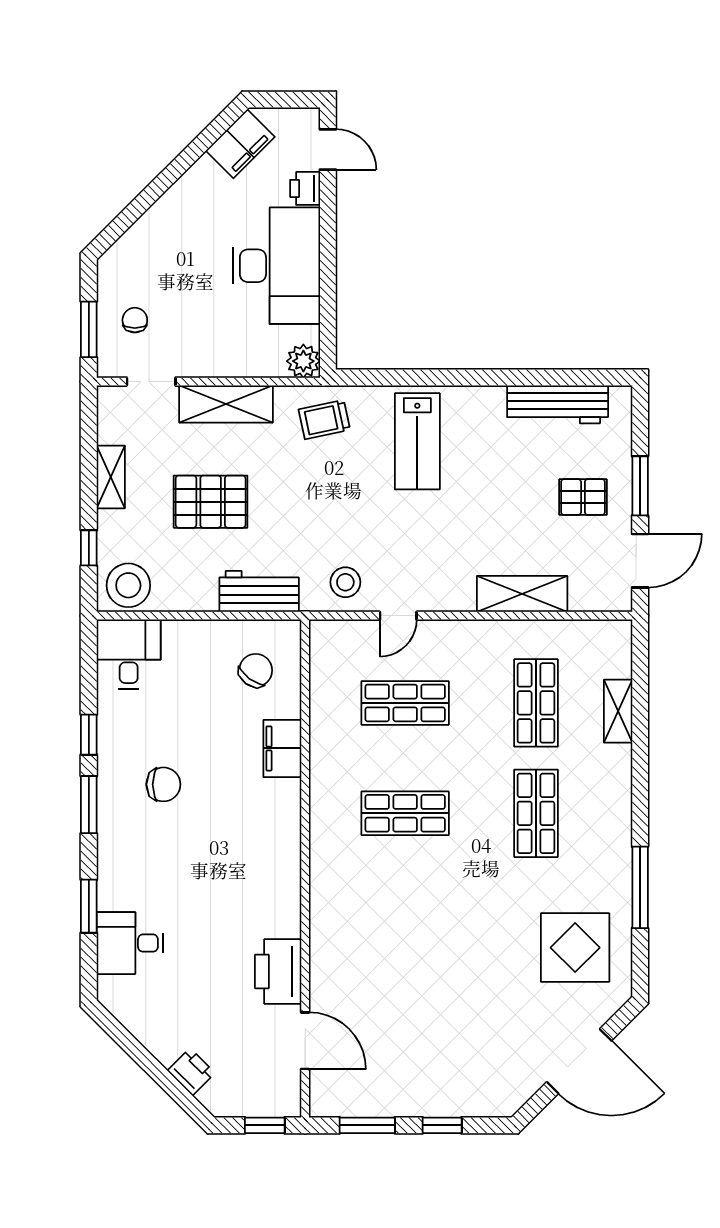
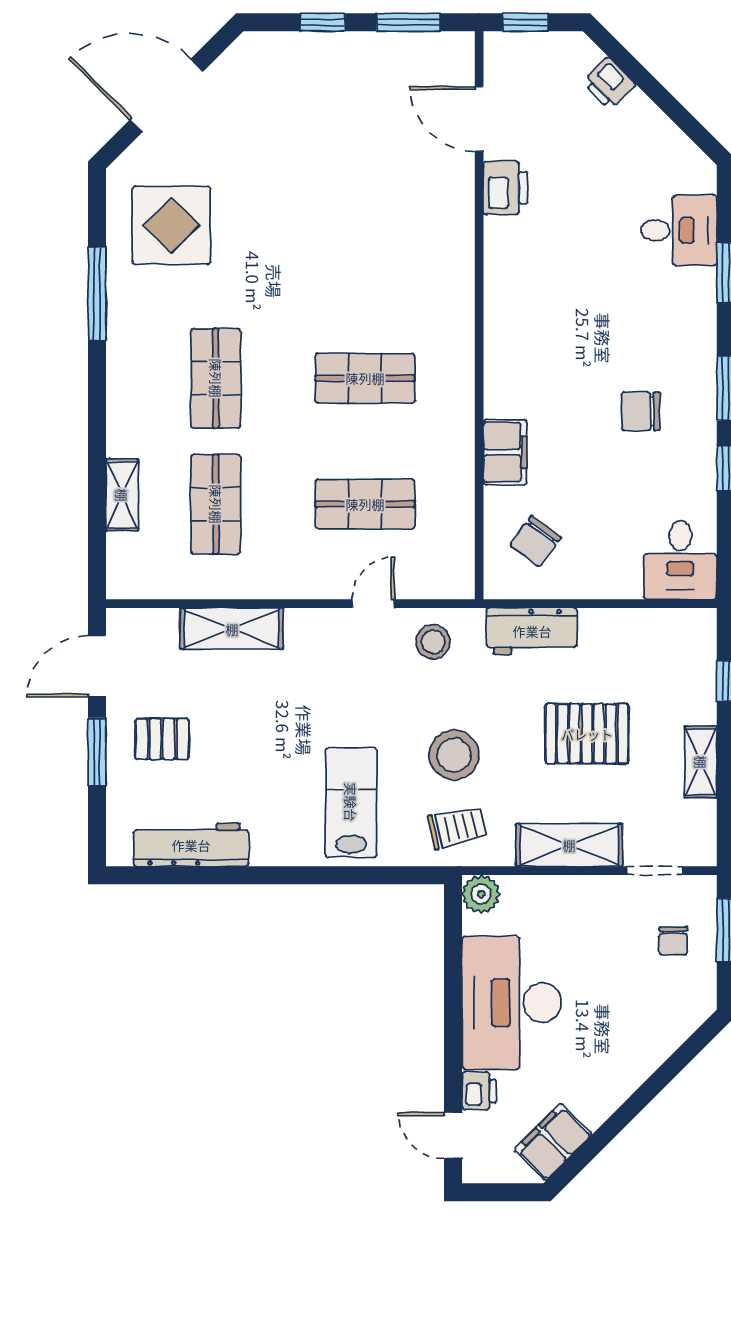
stool: (128, 585) -> (454, 755), moved
printer: (278, 972) -> (506, 188), width x0.73, depth x0.84

